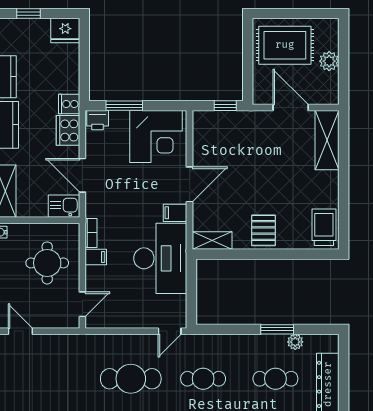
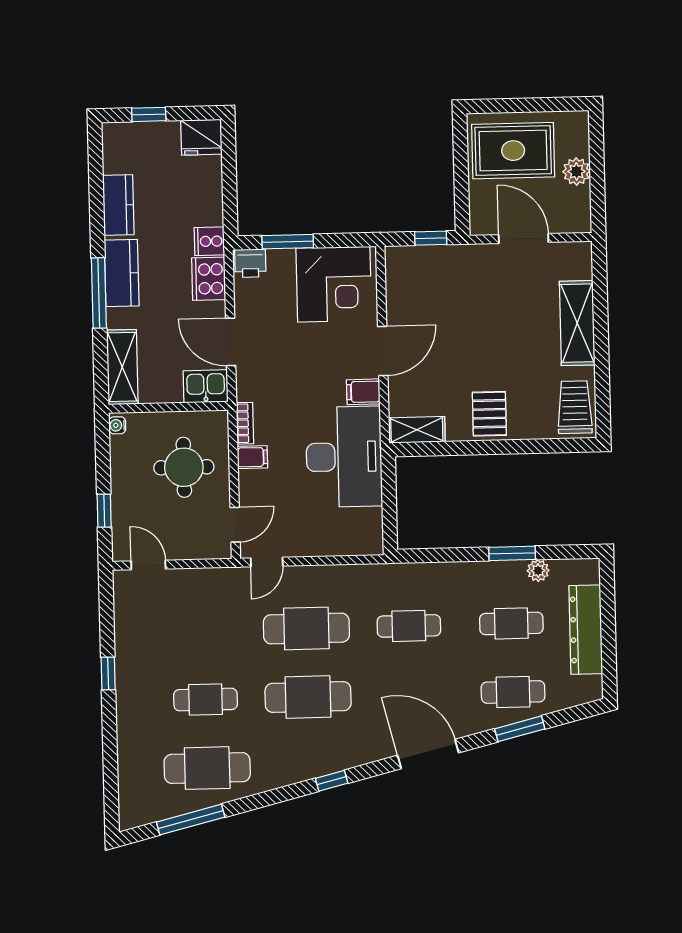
shelving: (327, 140) -> (577, 323), moved
door: (170, 331) -> (267, 562), moved

